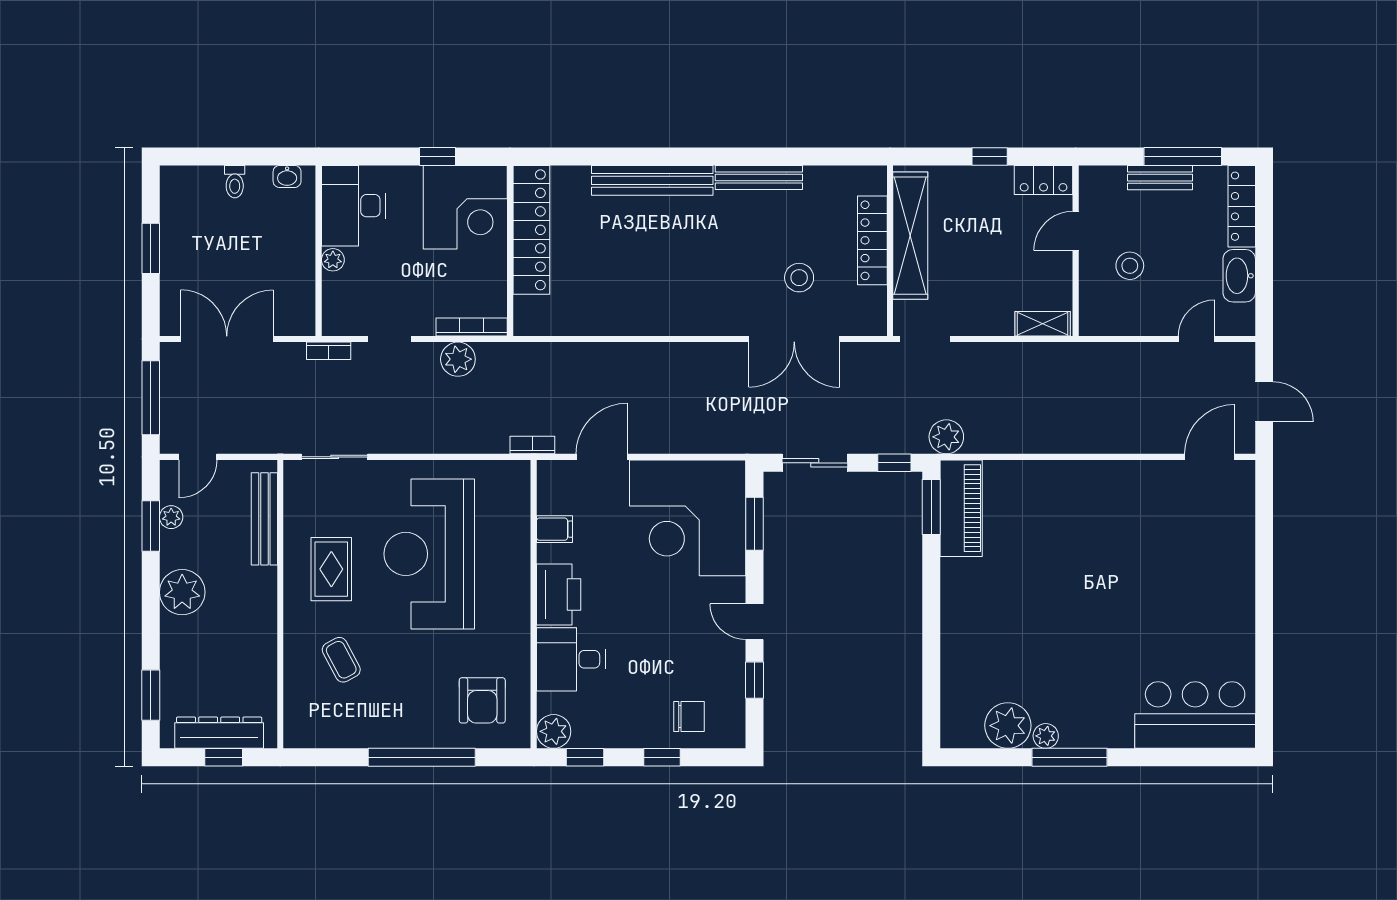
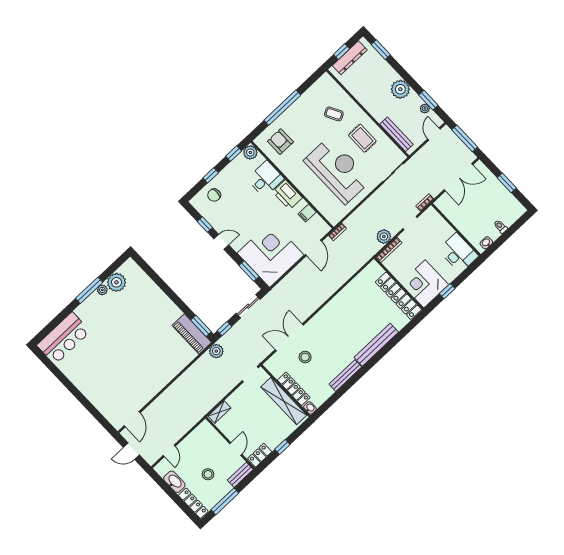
bench: (1160, 178) -> (240, 475), moved
washbasin: (876, 179) -> (310, 408), added
plant: (333, 260) -> (449, 231), removed
stool: (1130, 266) -> (208, 474), moved

